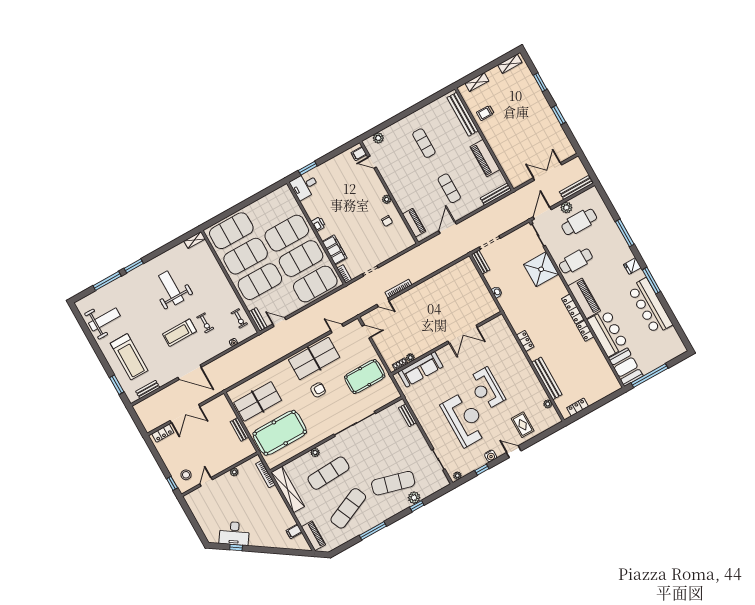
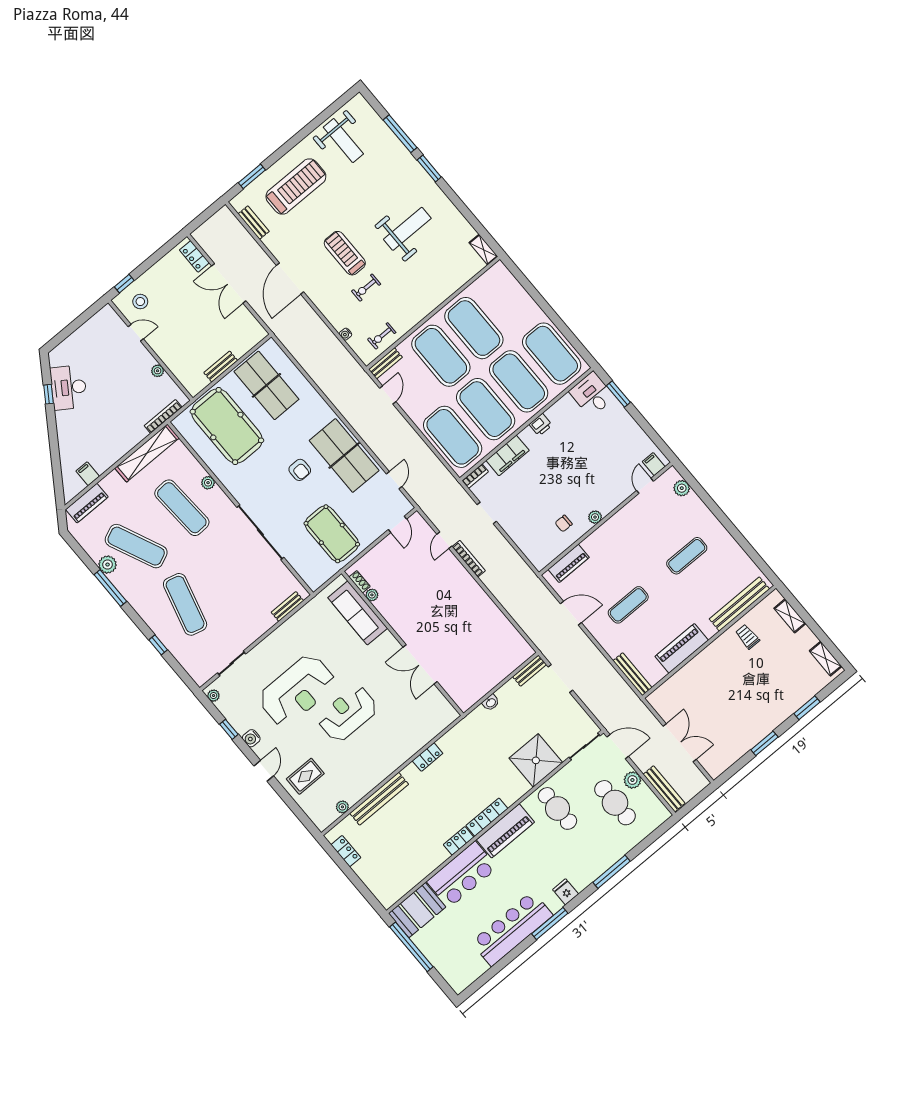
exercise mat: (231, 231) -> (552, 354), moved
treadmill: (129, 357) -> (296, 187), turned 180
plant: (414, 498) -> (108, 565), moved

